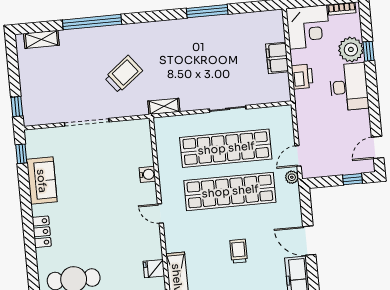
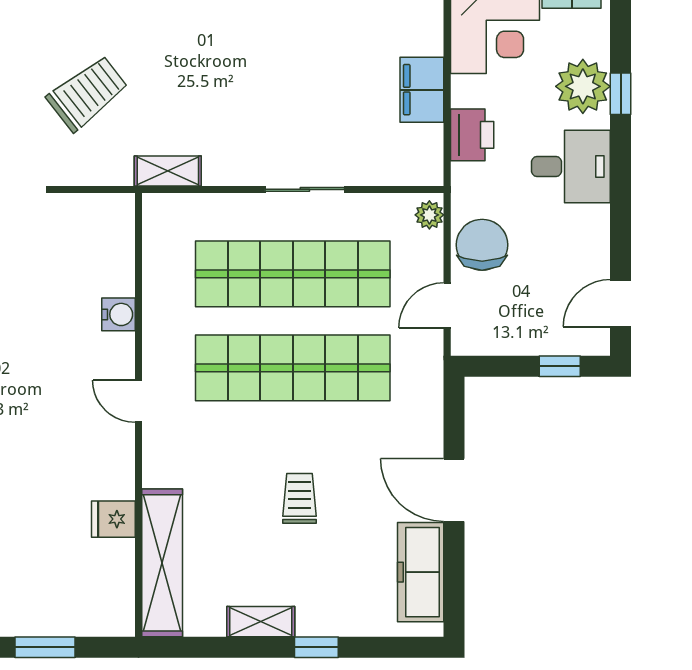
desk: (349, 87) -> (571, 166), width x0.73
chair: (311, 127) -> (482, 245), added
plant: (292, 177) -> (429, 215), moved

